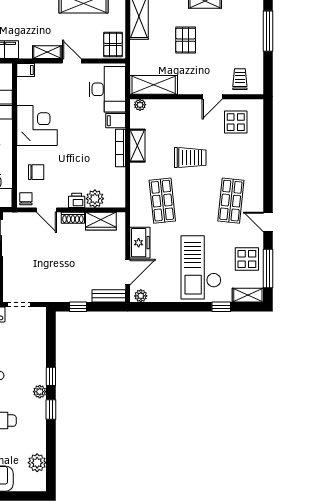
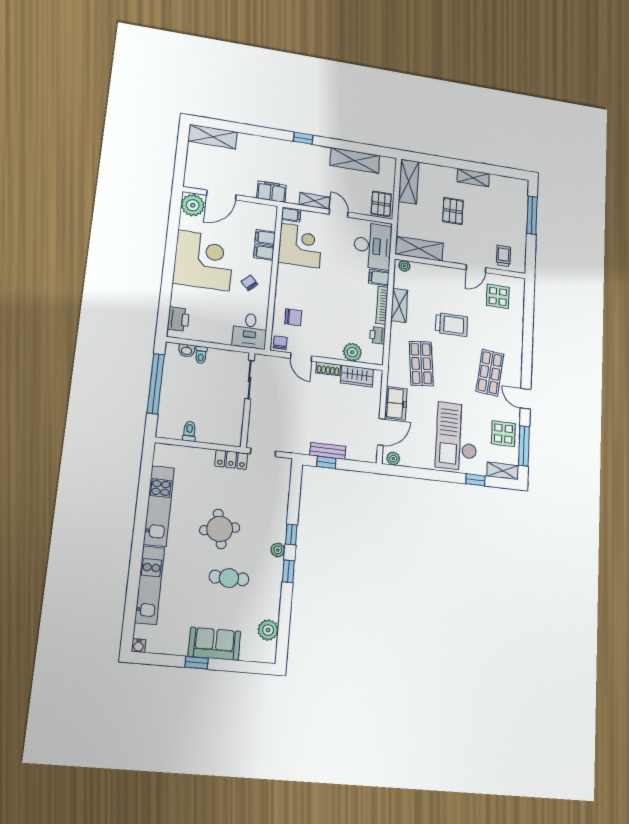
corner desk: (37, 126) -> (300, 246), moved
printer: (77, 200) -> (378, 335), moved, turned -90
bench: (109, 296) -> (328, 451), moved

